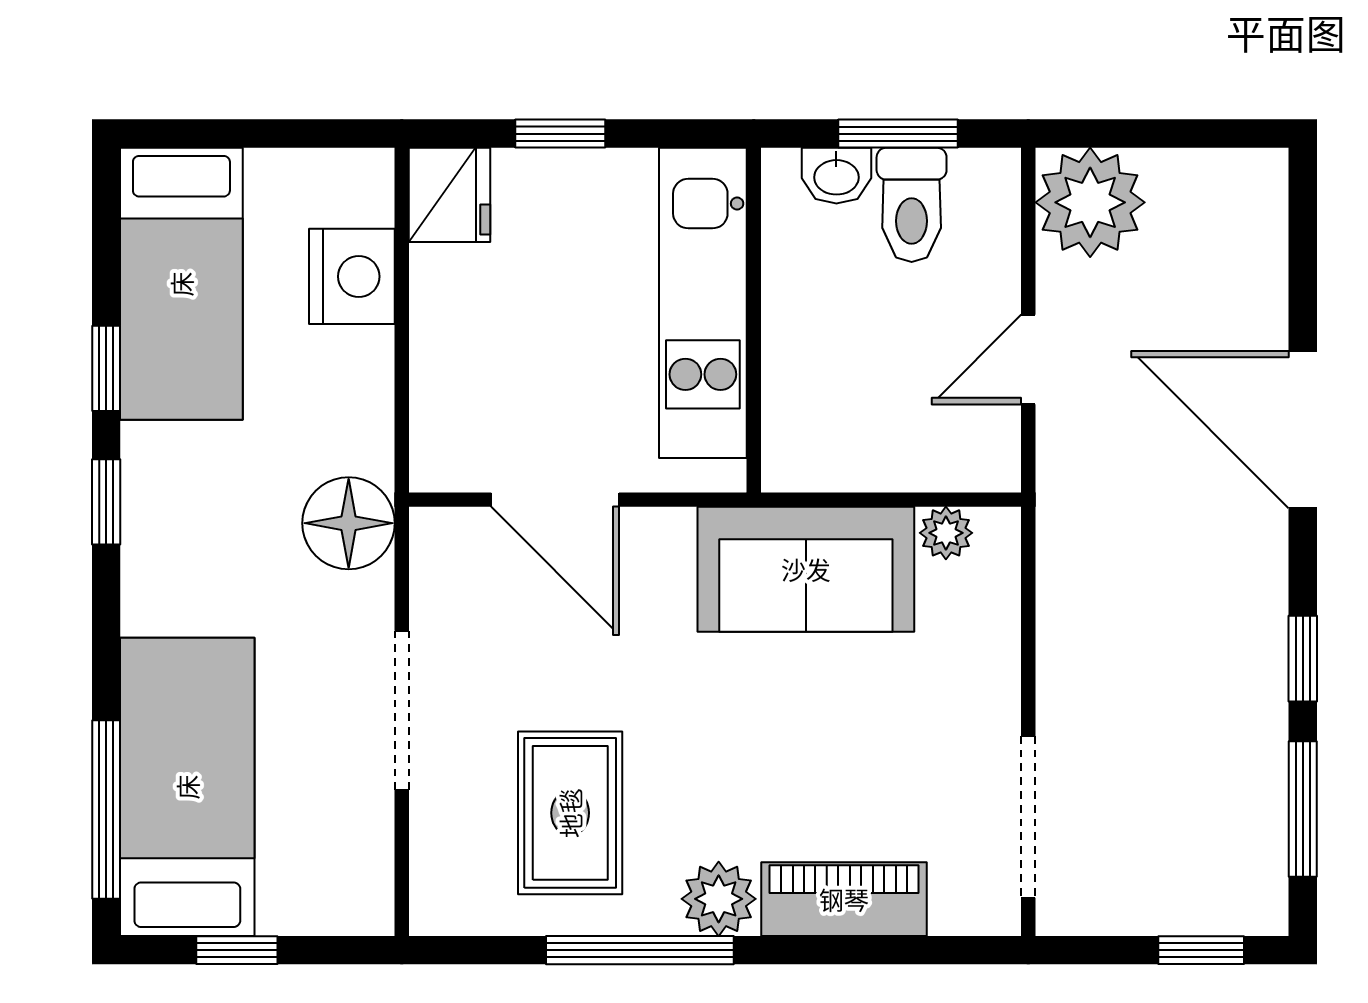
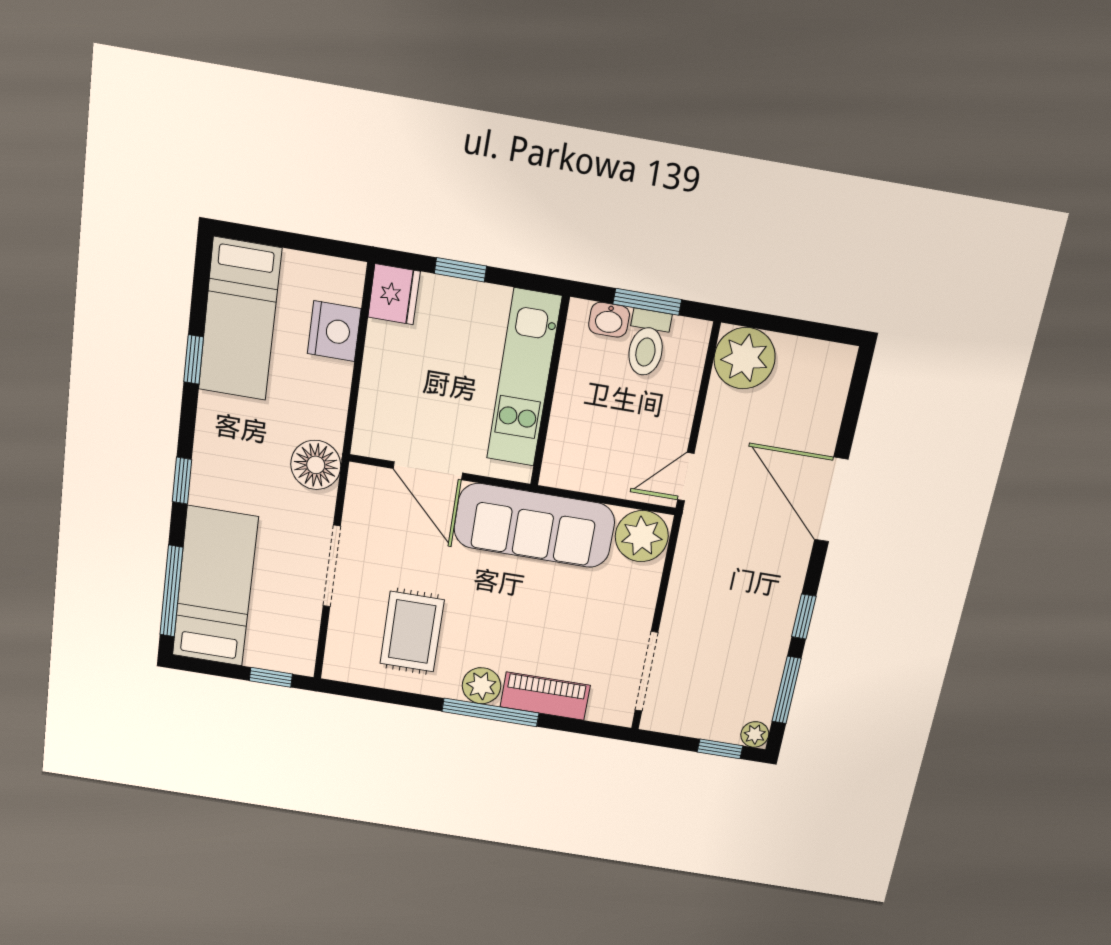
door: (1028, 360) -> (686, 477), moved
window: (106, 502) -> (182, 481), moved
plant: (946, 533) -> (642, 536), width x1.88, depth x1.88
sofa: (806, 569) -> (534, 526), width x1.36
plant: (1262, 909) -> (755, 734), added
window: (237, 950) -> (271, 677), moved
window: (640, 950) -> (490, 712), moved

